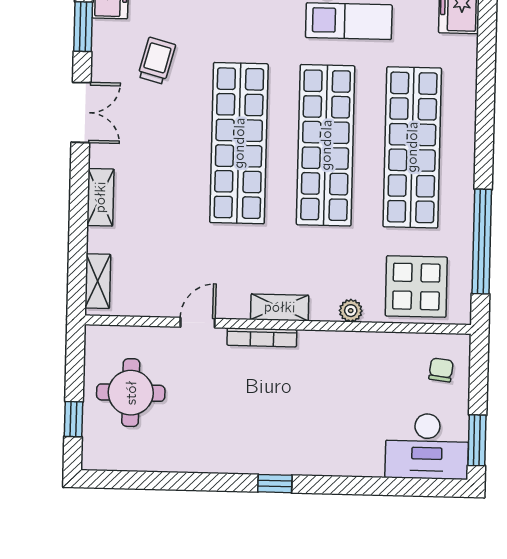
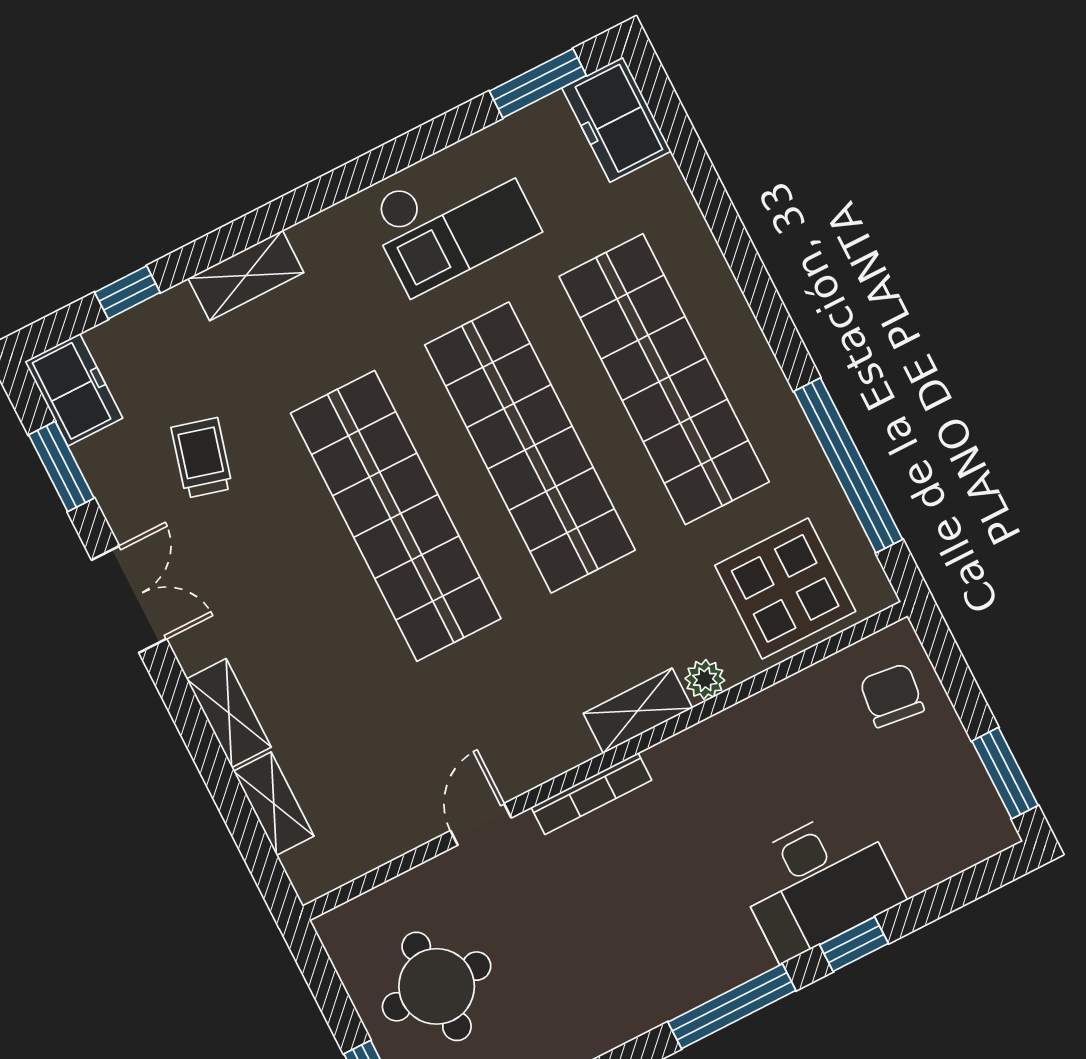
shelving: (98, 281) -> (274, 804), moved
shelving: (280, 307) -> (638, 711), moved
chair: (441, 370) -> (892, 695), width x1.37, depth x1.37
desk: (427, 446) -> (818, 882), moved
window: (275, 484) -> (732, 1006), width x2.17
window: (354, 485) -> (854, 944), added

